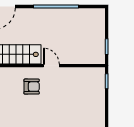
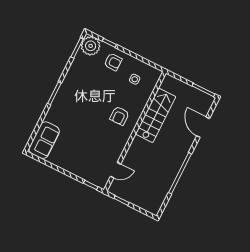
door: (51, 66) -> (116, 170), moved

